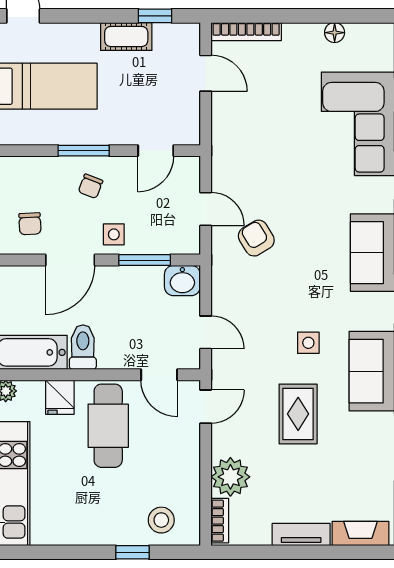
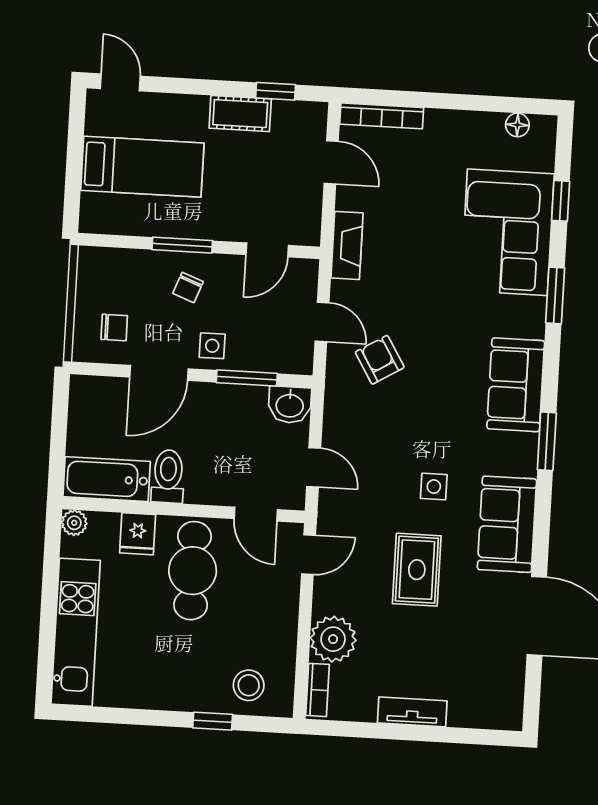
floor lamp: (335, 33) -> (517, 125), moved
chair: (30, 224) -> (114, 327), turned -87
fireplace: (361, 533) -> (347, 245), moved, turned 90

